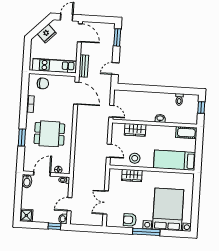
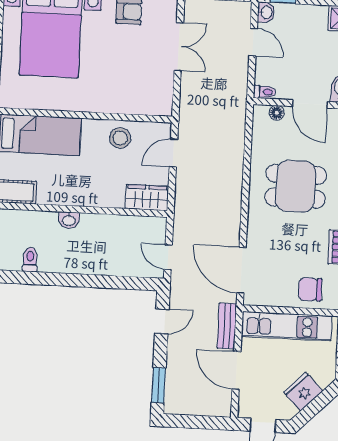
door: (80, 33) -> (236, 370), moved
door: (111, 111) -> (168, 257), moved
wardrobe: (135, 130) -> (147, 198), moved
door: (109, 151) -> (173, 153), hinge flipped
door: (42, 174) -> (310, 104), hinge flipped
wardrobe: (132, 176) -> (126, 102), removed
door: (69, 204) -> (253, 42), hinge flipped

